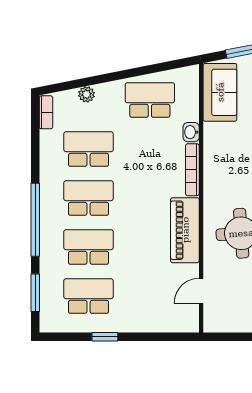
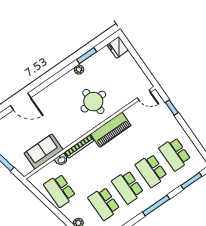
sofa: (220, 92) -> (44, 152), moved
window: (35, 220) -> (156, 205), width x0.68
door: (201, 291) -> (144, 95), moved
window: (105, 337) -> (172, 107), moved

